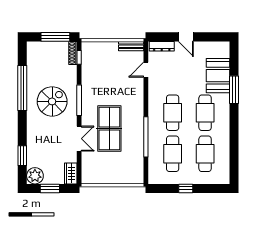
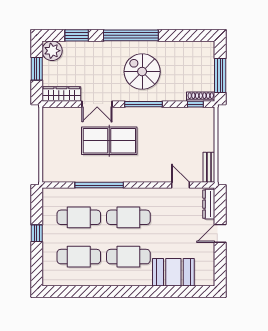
window: (22, 88) -> (131, 35), moved
window: (234, 90) -> (156, 292), removed
spiral stairs: (52, 101) -> (142, 72), turned 180
wardrobe: (71, 173) -> (61, 94), width x1.50

